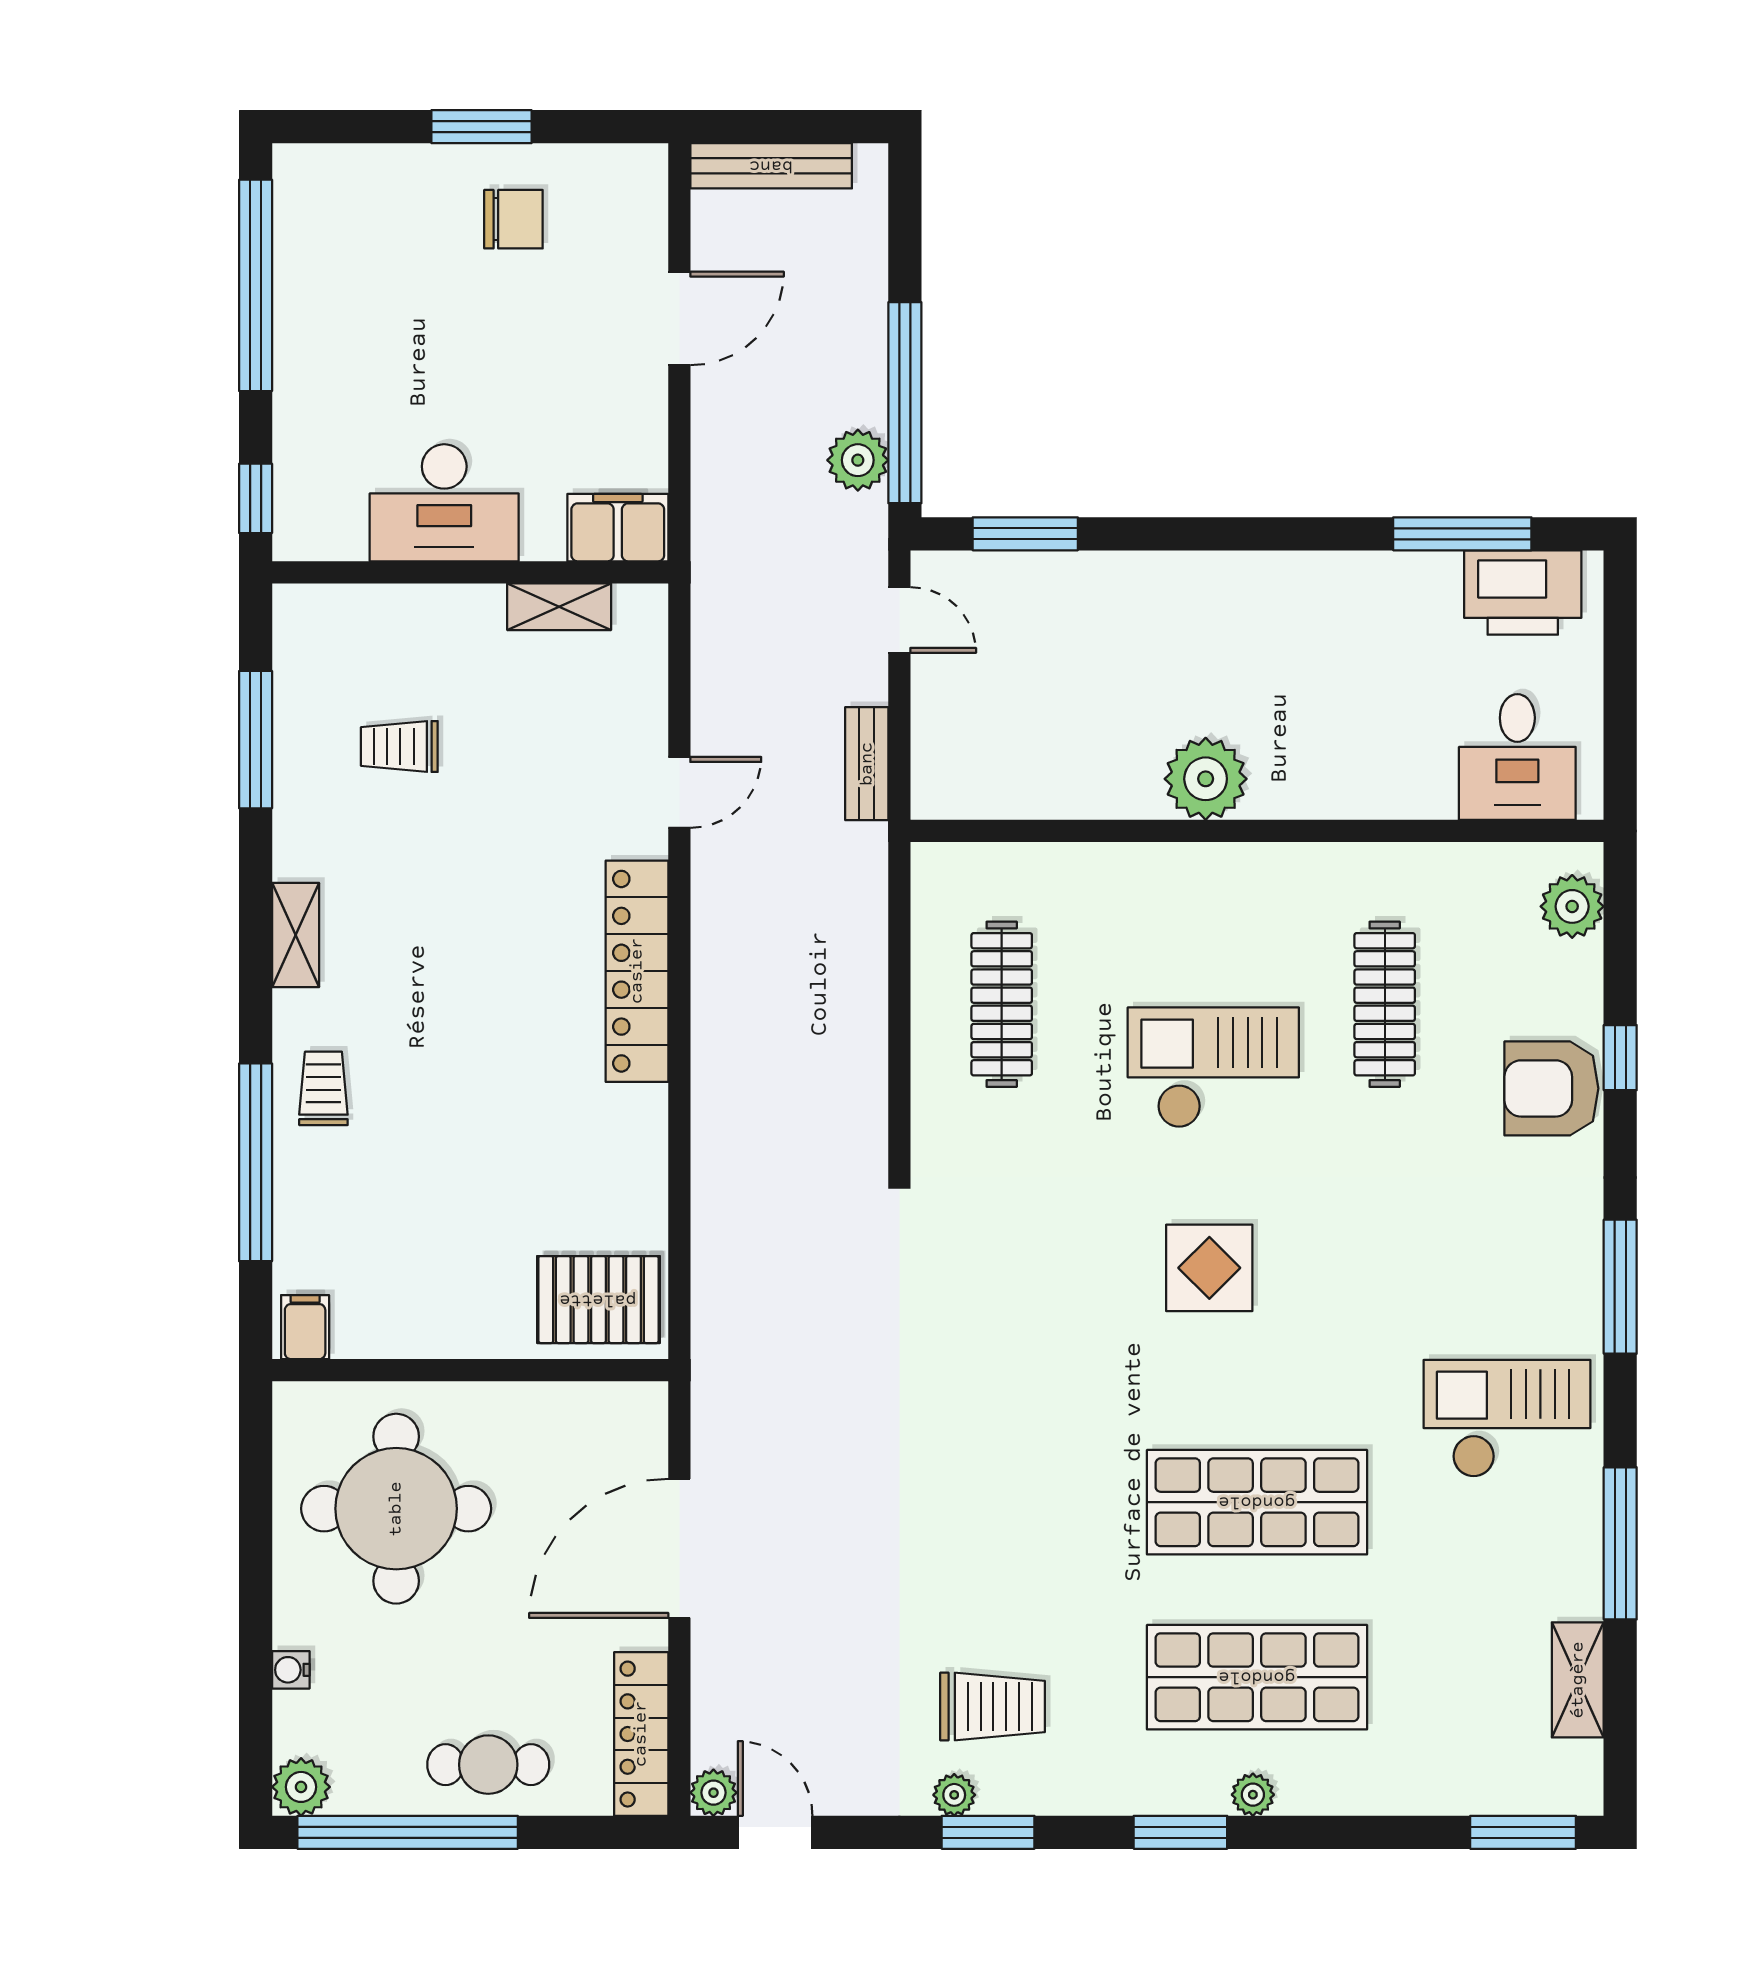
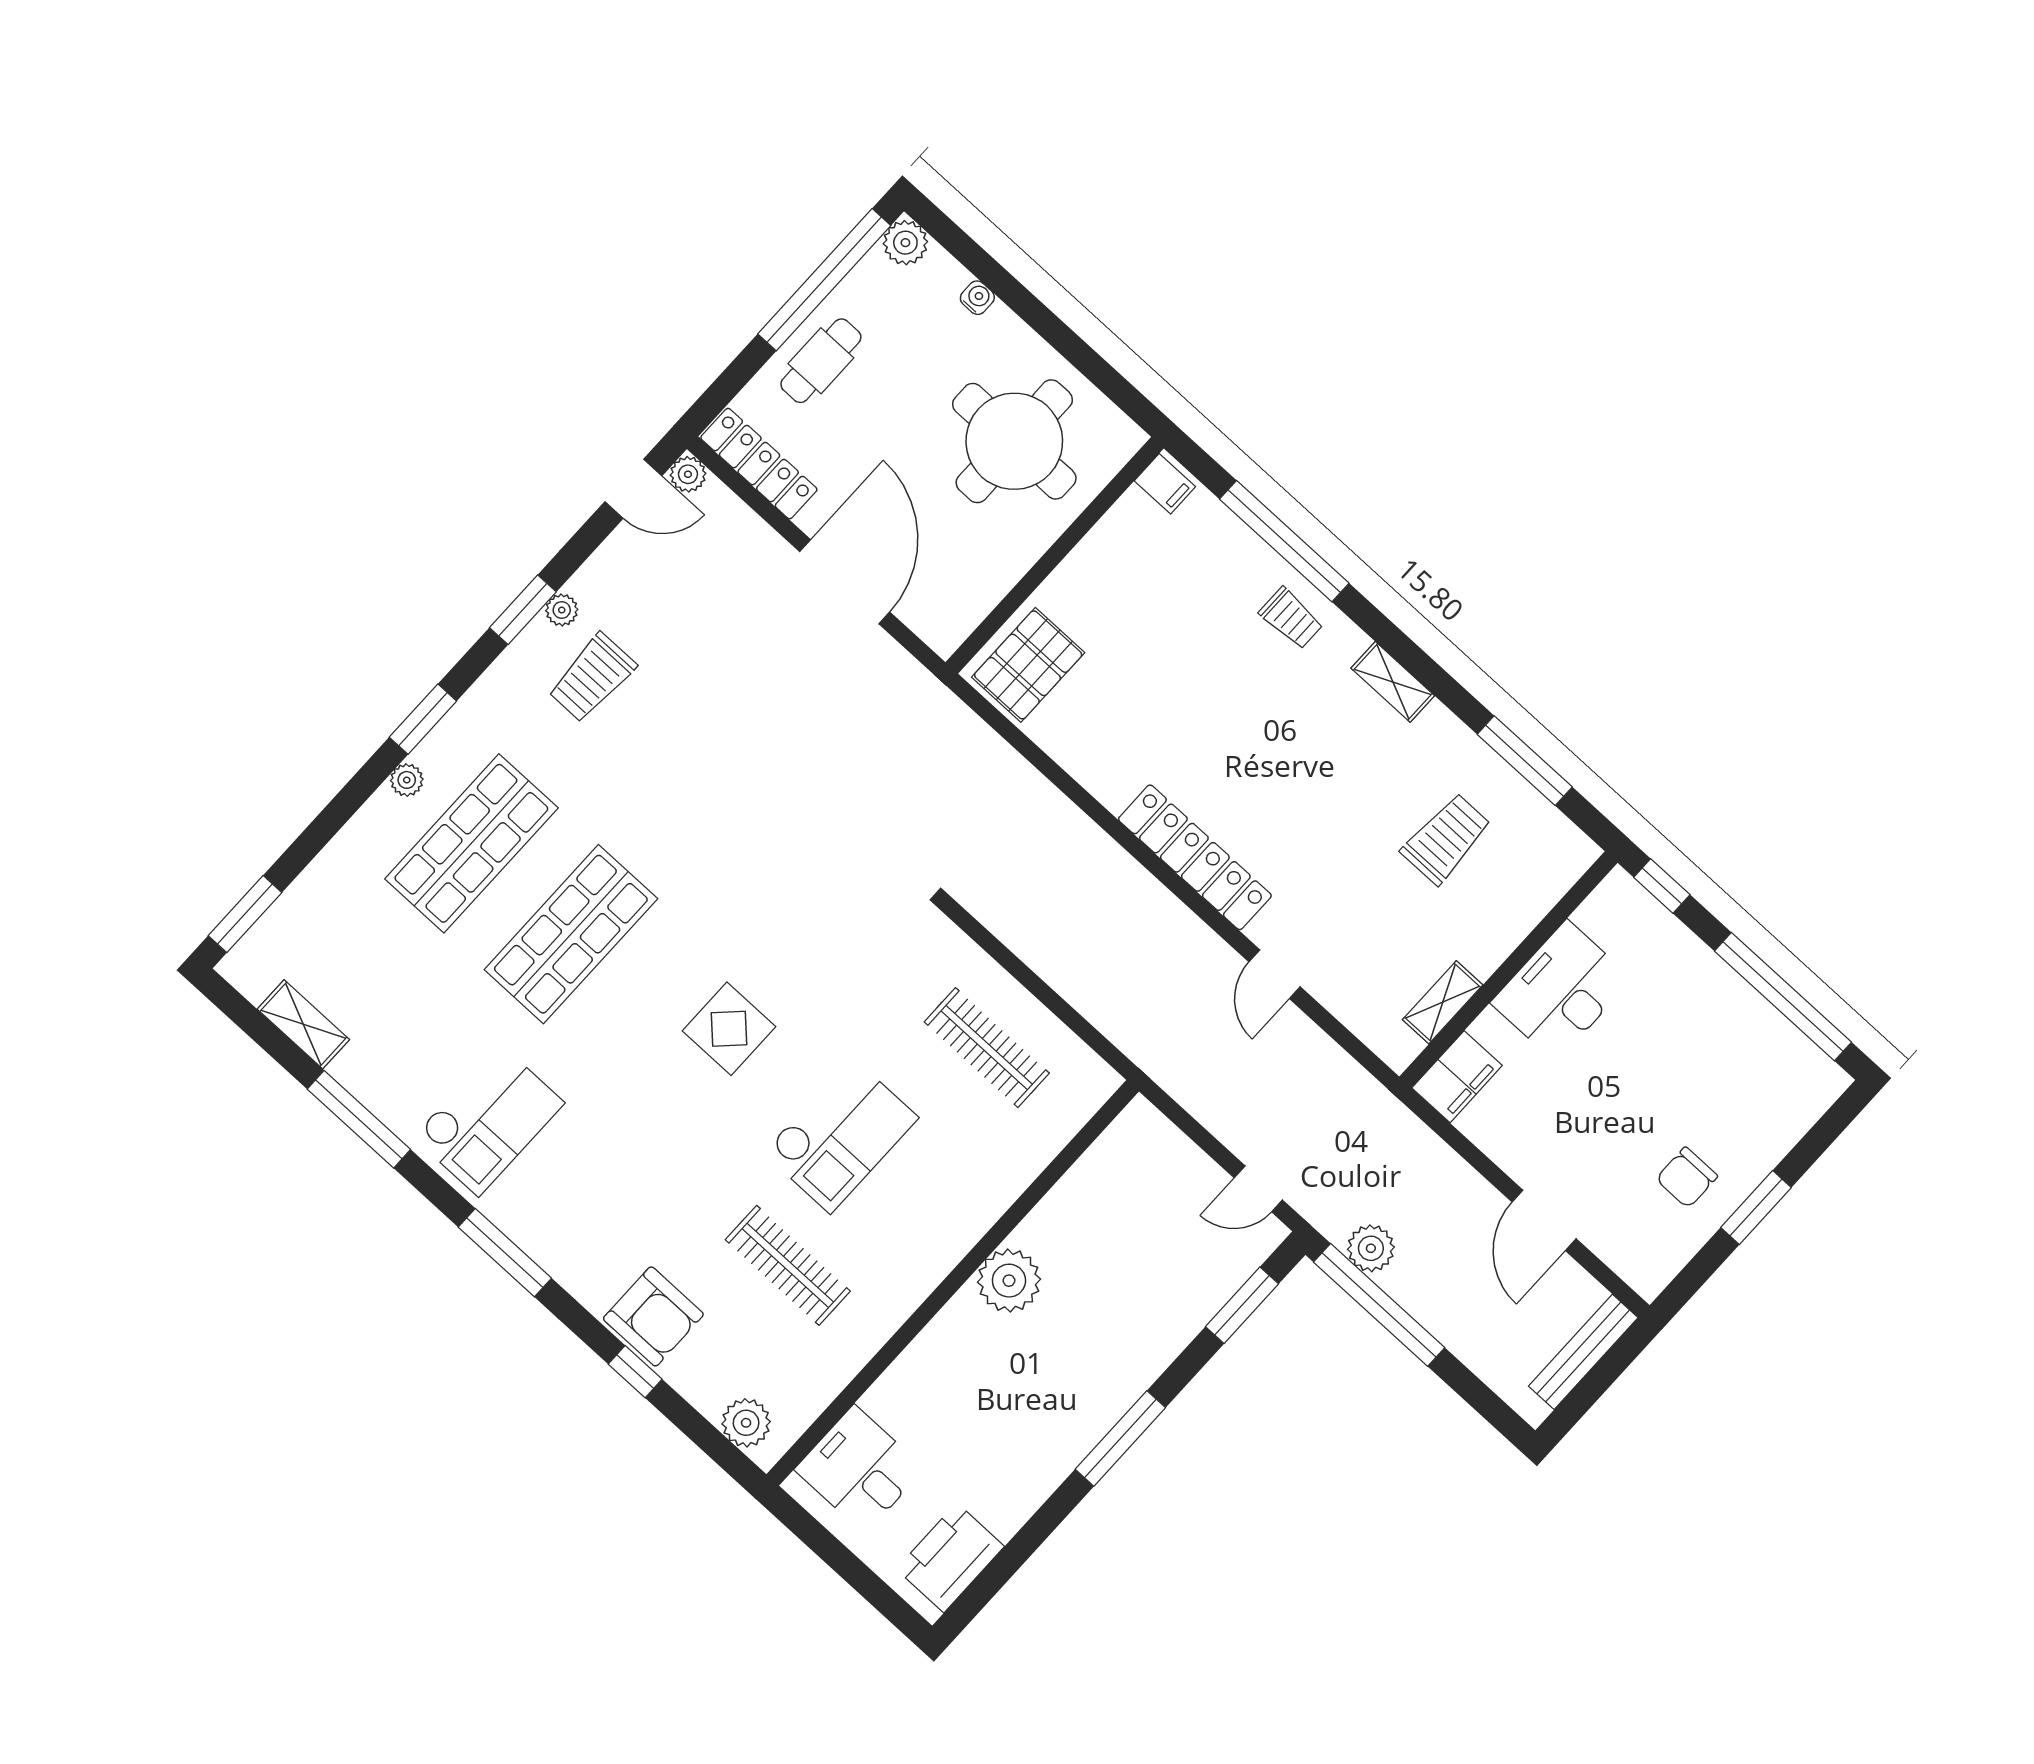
window: (1462, 534) -> (1120, 1438), moved
trolley: (399, 746) -> (1446, 839), width x1.36, depth x1.39
bench: (867, 764) -> (1194, 1096), removed
armchair: (1551, 1088) -> (653, 1316), turned 90

